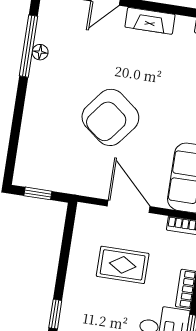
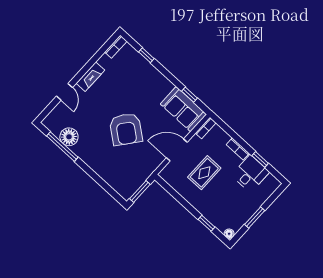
floor lamp: (40, 52) -> (69, 137), width x1.89, depth x1.89
window: (38, 193) -> (140, 191), width x1.50

